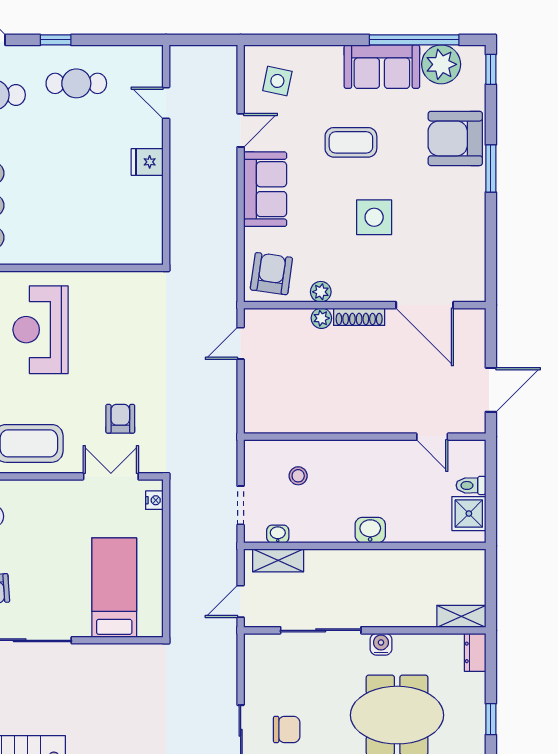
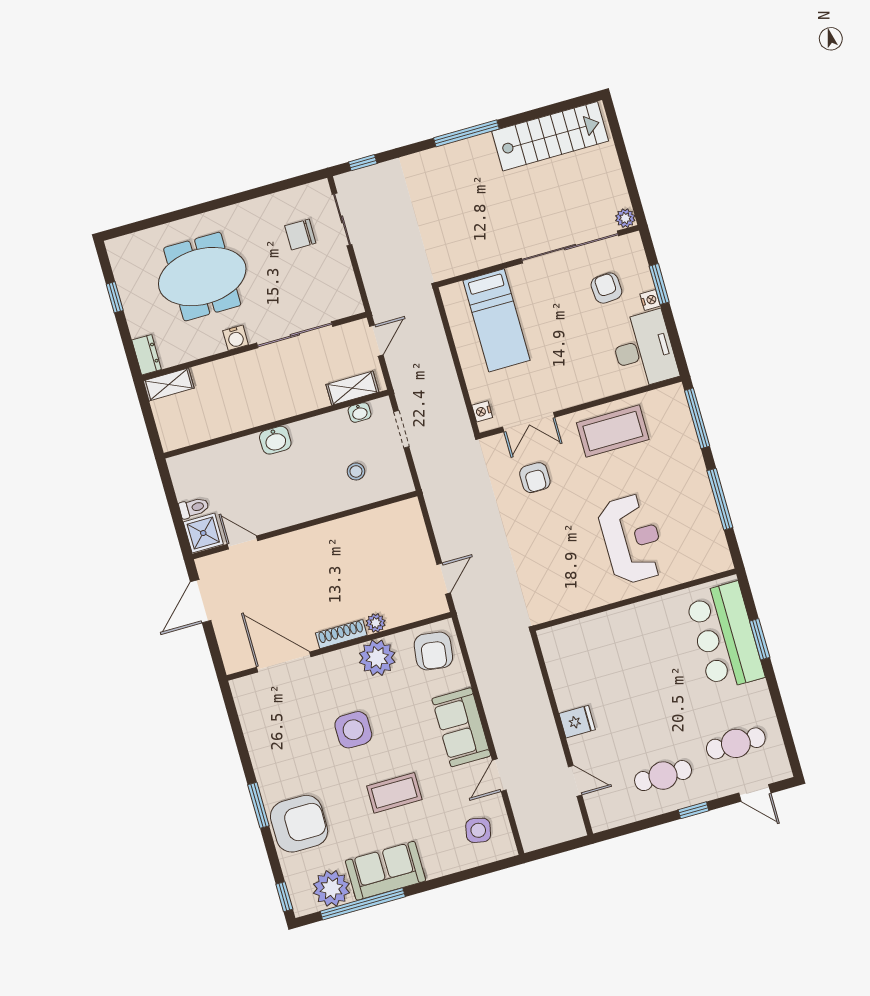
plant: (321, 292) -> (377, 658), width x1.87, depth x1.87
shower: (469, 514) -> (203, 533), moved

